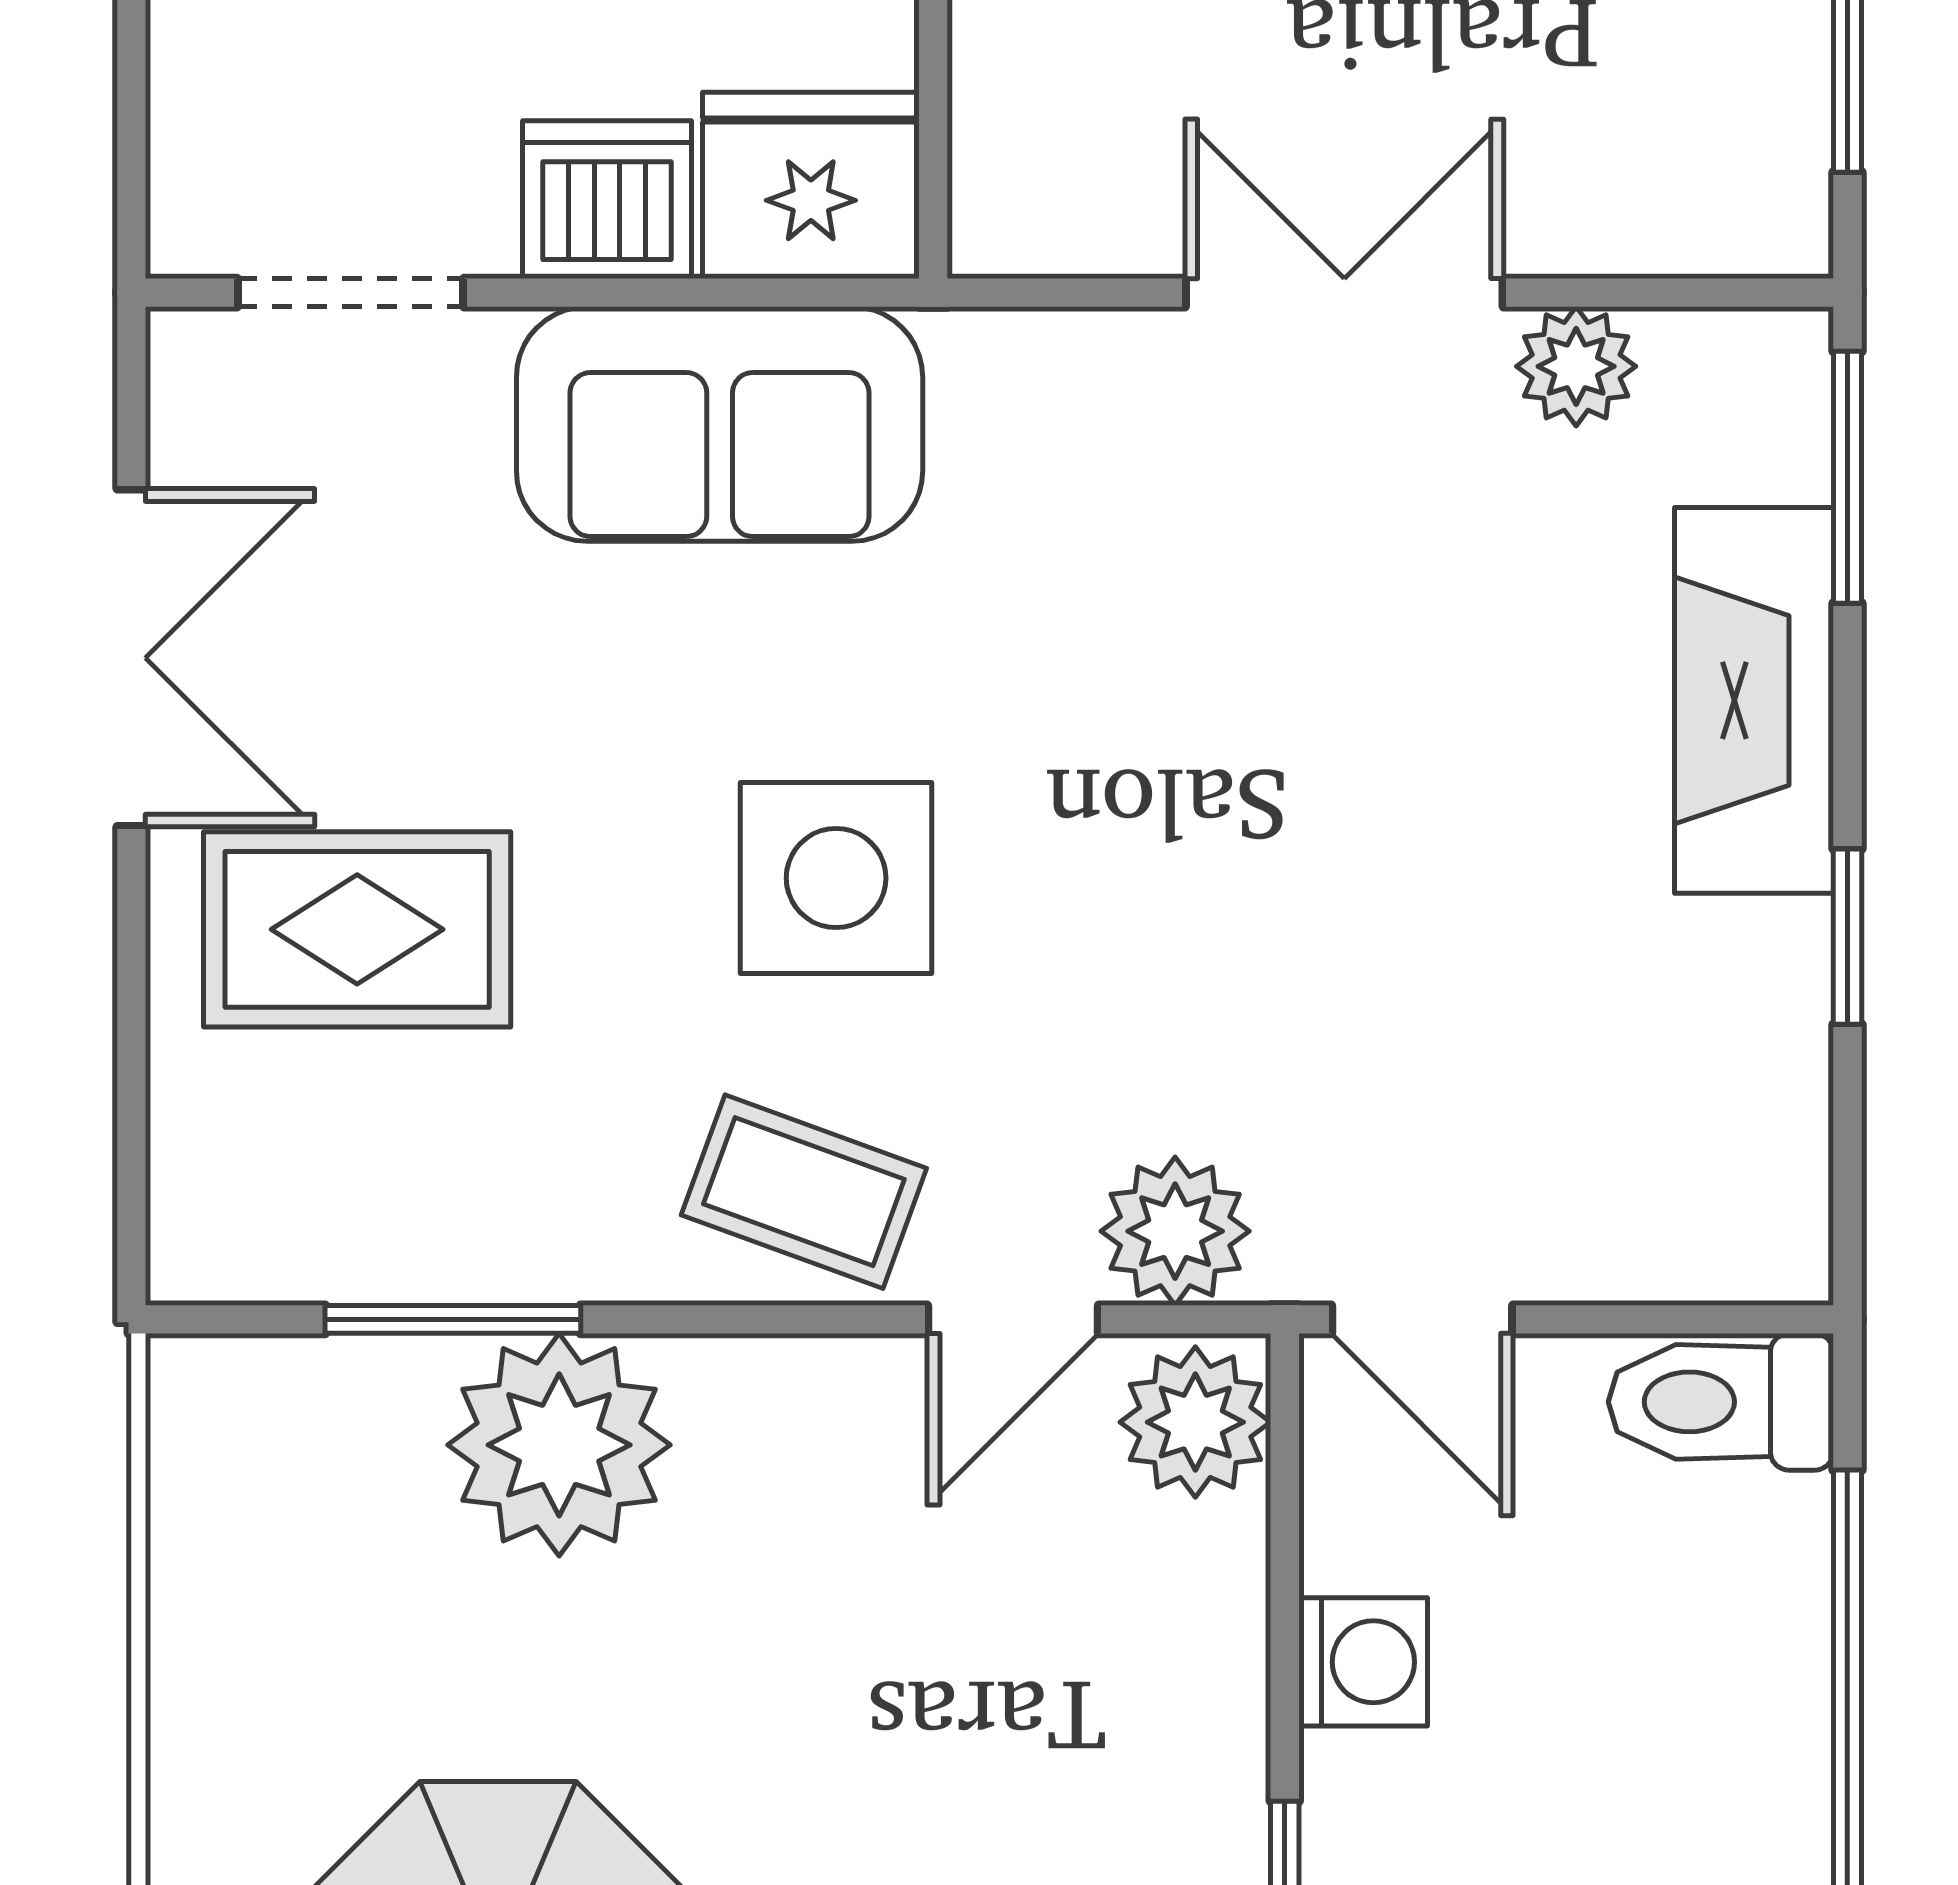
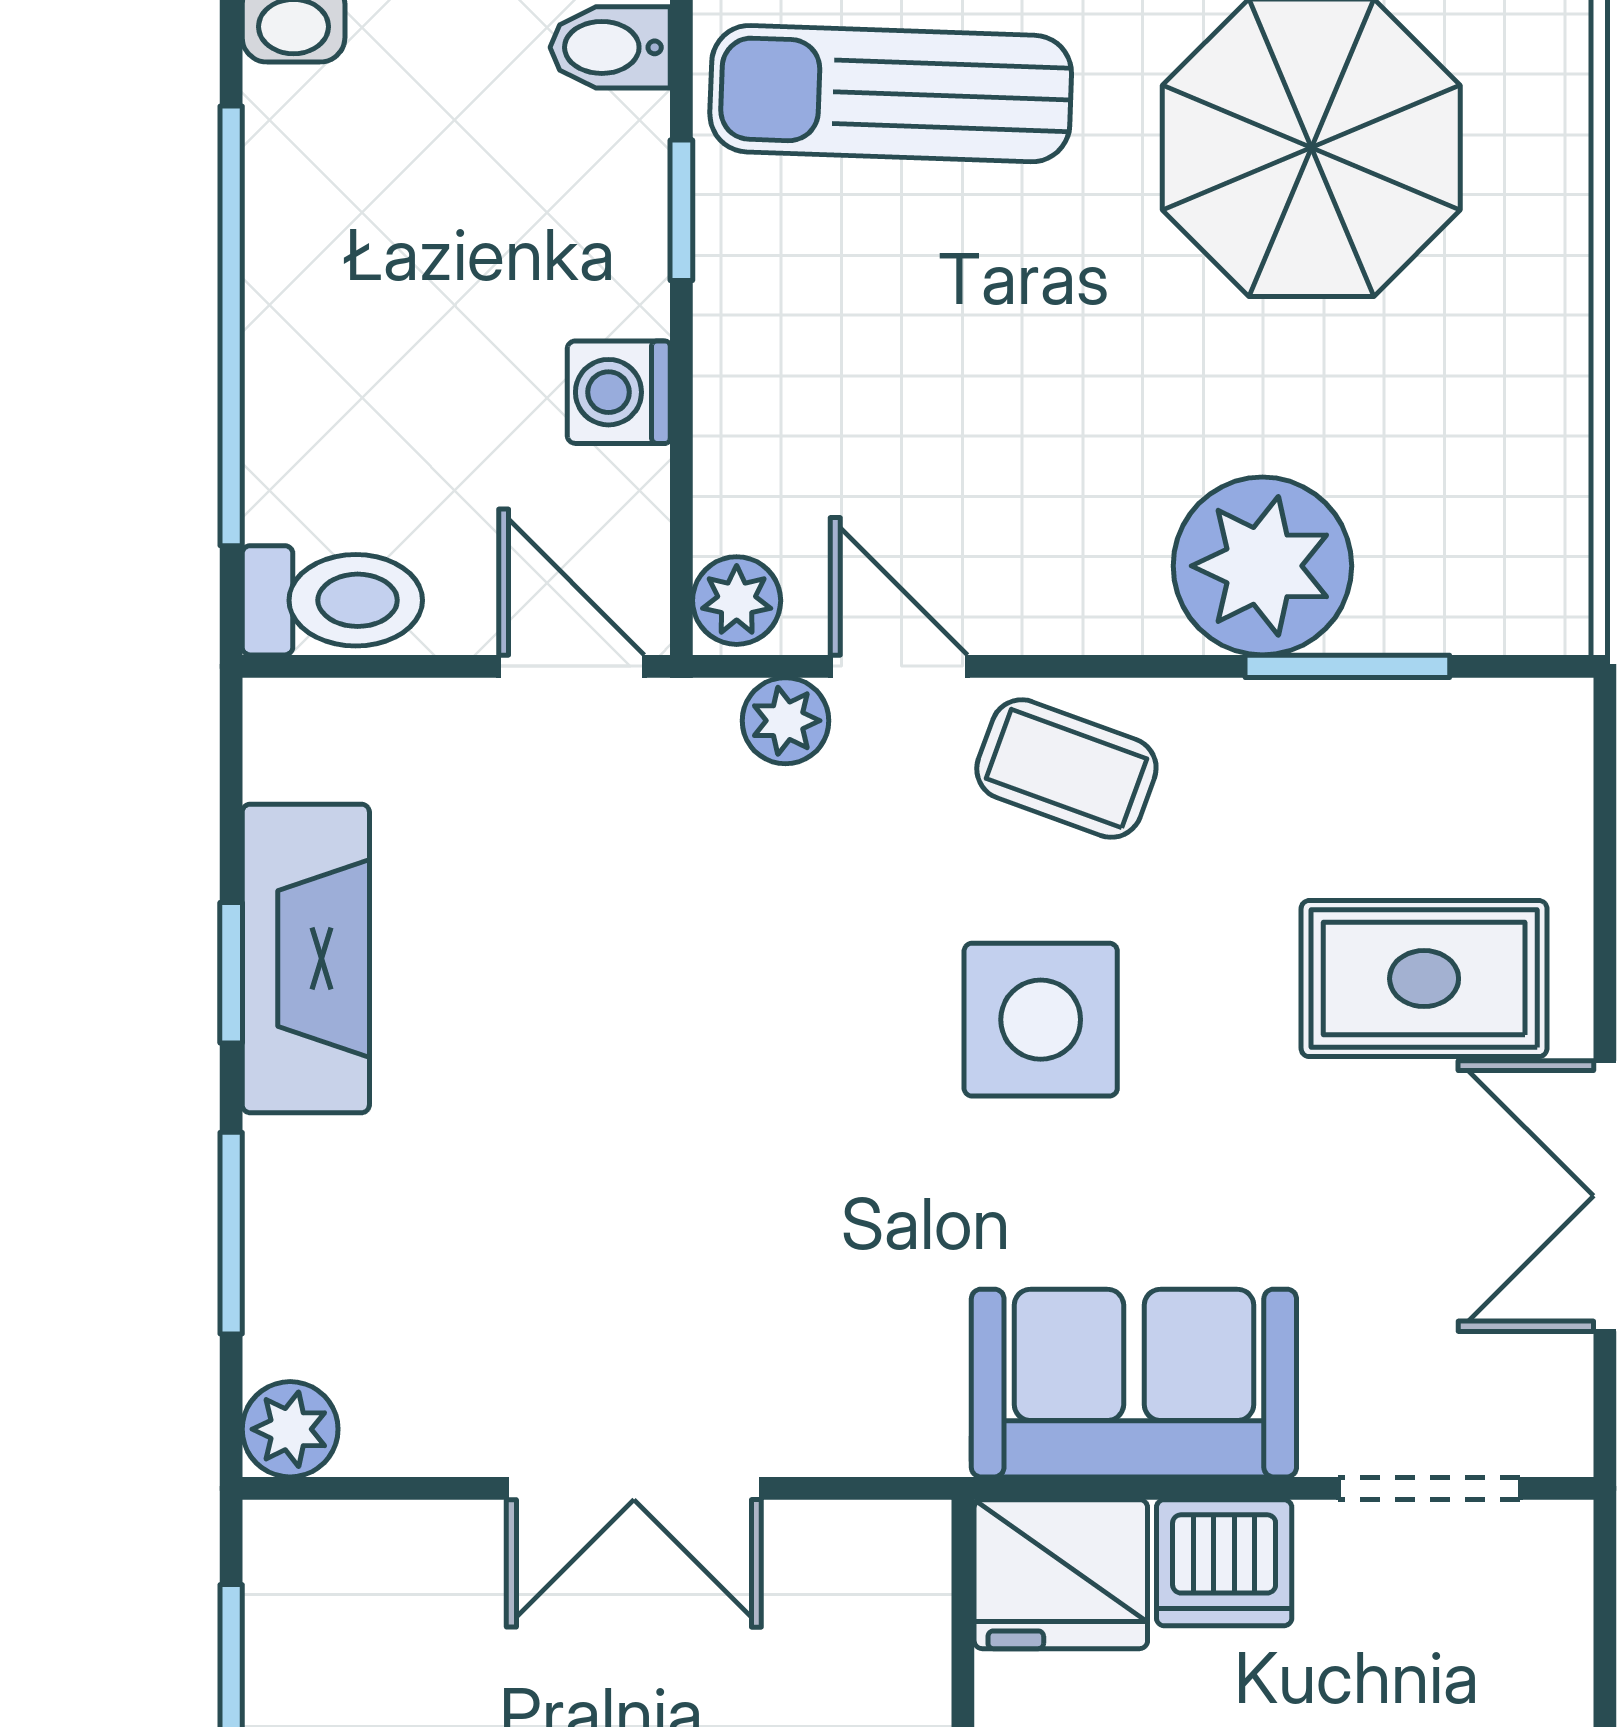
plant: (1576, 366) -> (290, 1429), moved
window: (1847, 477) -> (231, 1233), moved
fireplace: (1754, 700) -> (306, 958), moved
plant: (1175, 1231) -> (785, 721), width x0.73, depth x0.73
door: (1013, 1319) -> (899, 666), hinge flipped
plant: (1195, 1422) -> (737, 601), width x0.73, depth x0.73

